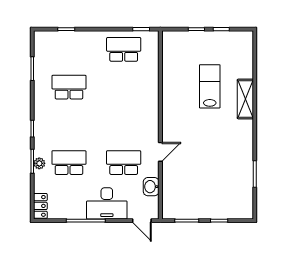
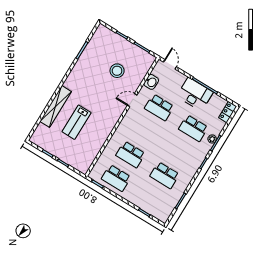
school desk: (124, 87) -> (130, 154), added
shelving: (245, 99) -> (56, 106), width x1.47
stool: (199, 175) -> (117, 71), added
desk: (107, 203) -> (195, 94), moved

